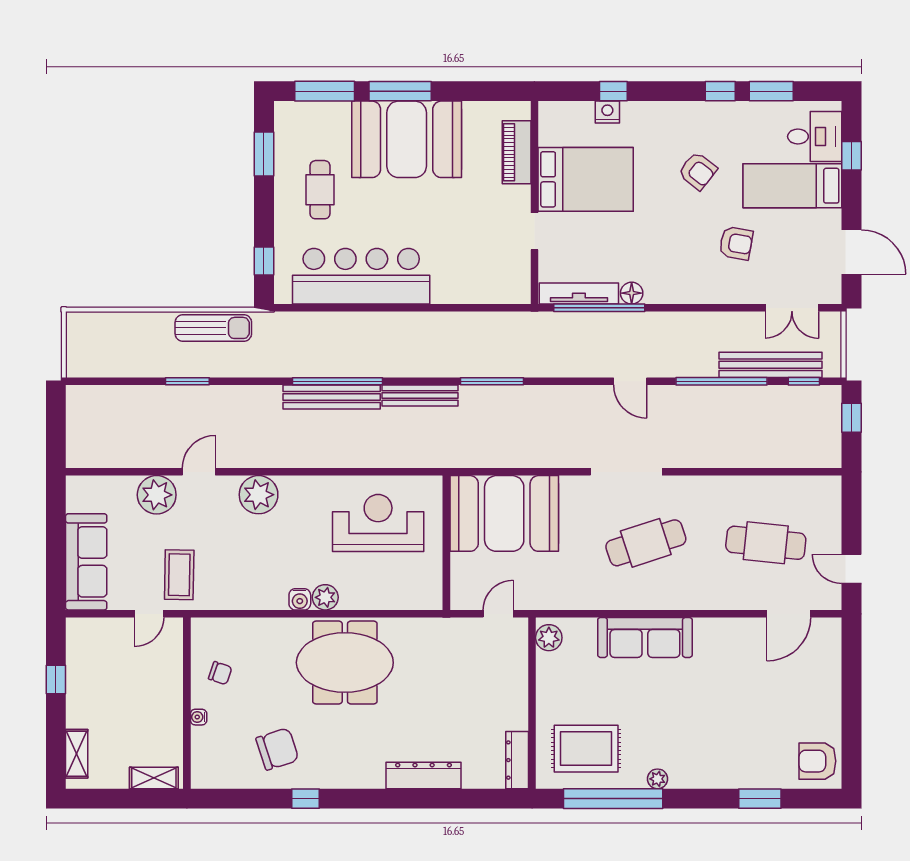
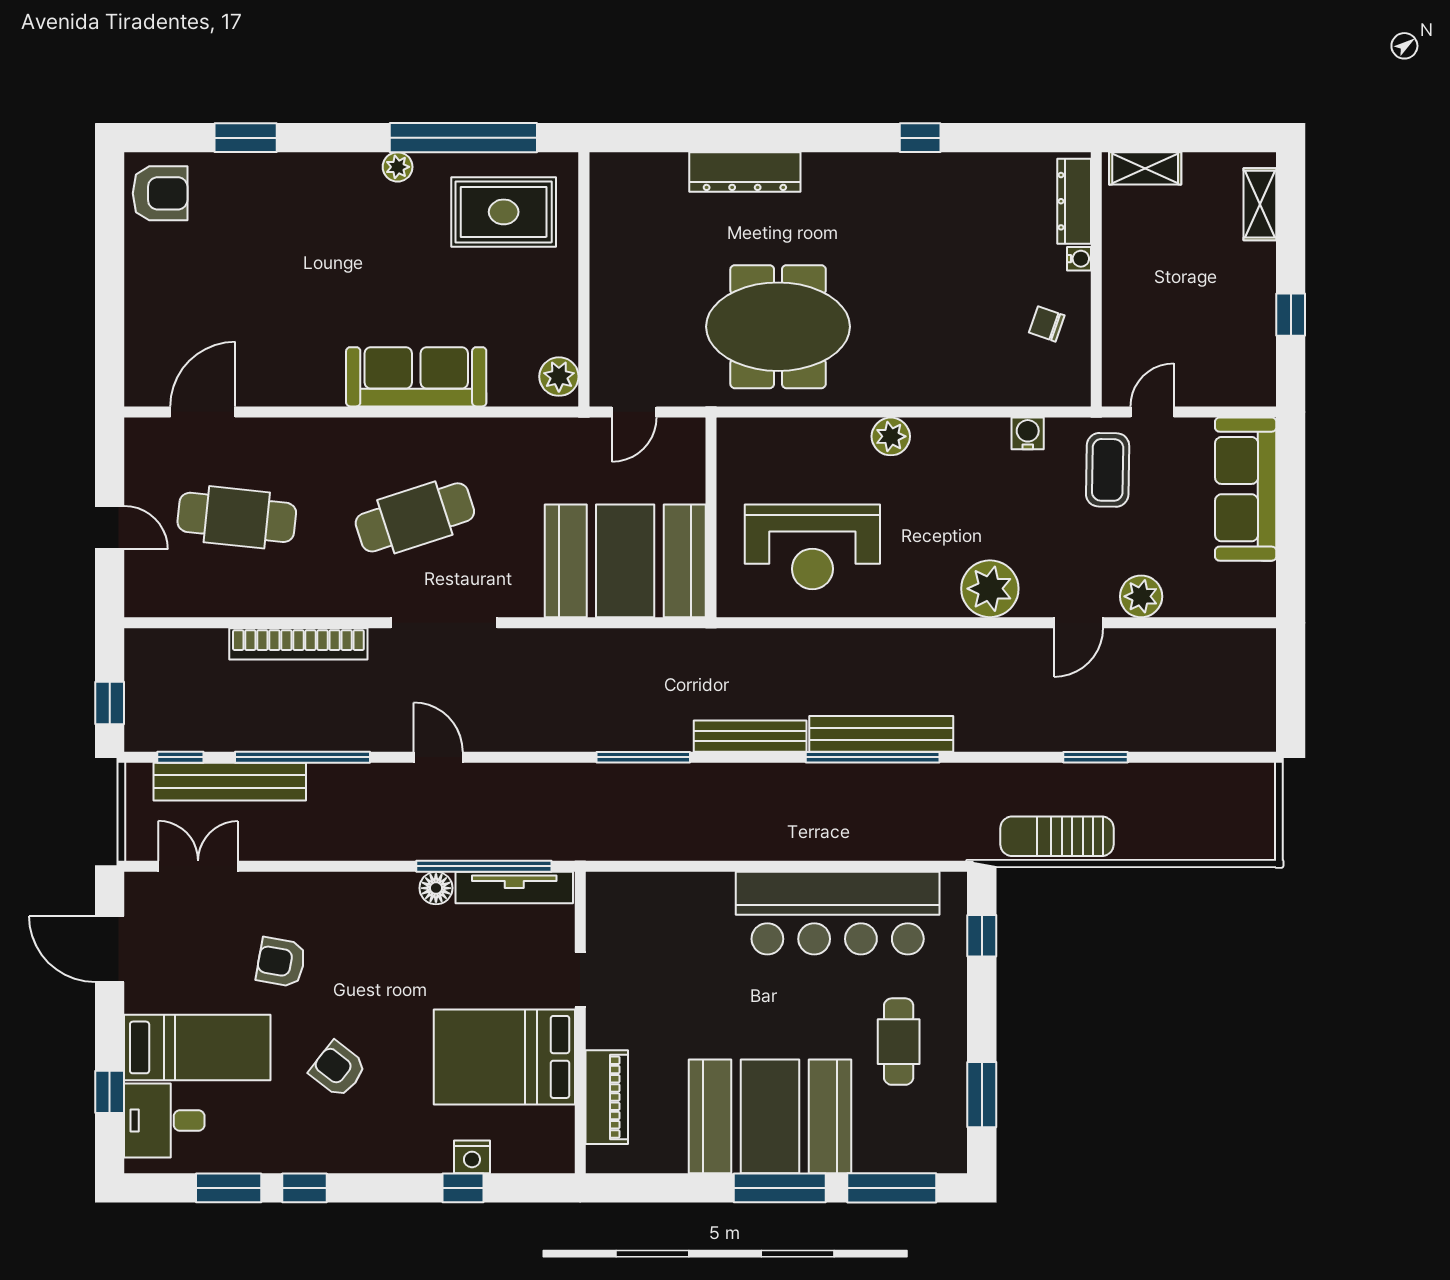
bookcase: (724, 458) -> (298, 644), added
plant: (157, 495) -> (1141, 596), width x0.73, depth x0.73
door: (851, 569) -> (110, 528), moved
water cooler: (300, 599) -> (1028, 433), moved
meeting table: (345, 663) -> (778, 327), moved
chair: (277, 749) -> (962, 211), removed
dresser: (517, 760) -> (1074, 201), moved, turned 180

